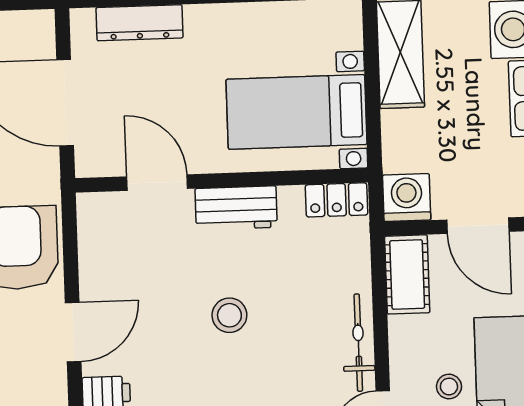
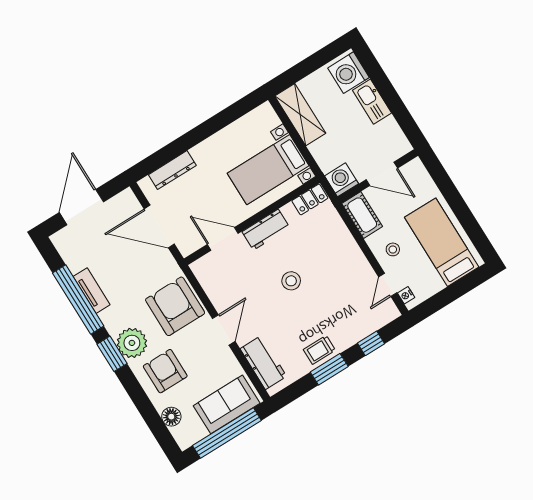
bicycle: (358, 343) -> (358, 259), removed
stool: (449, 387) -> (393, 249), moved

